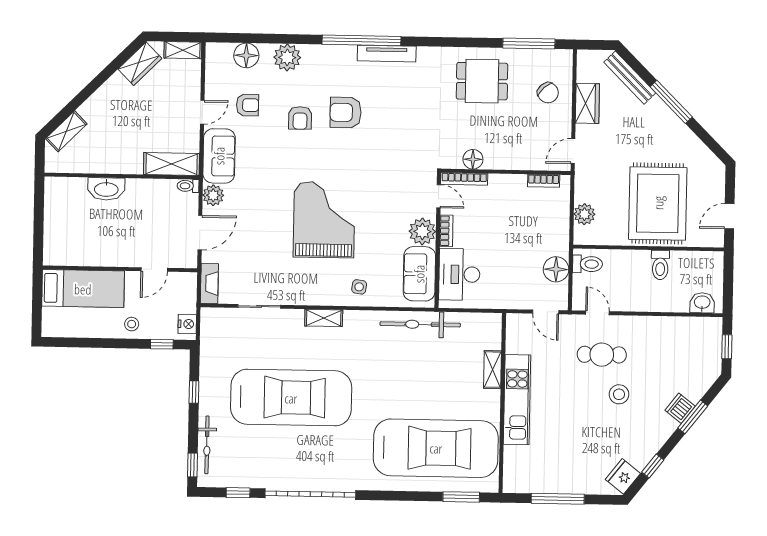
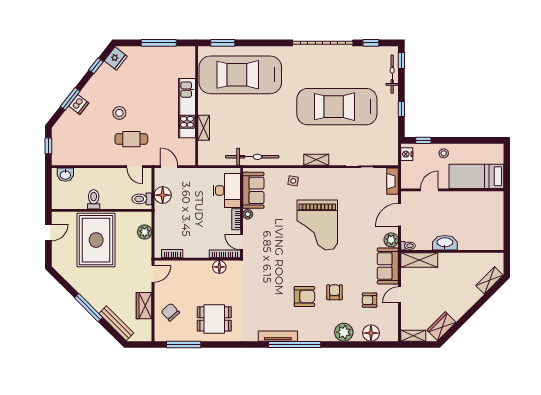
washbasin: (106, 189) -> (445, 243), moved
plant: (422, 231) -> (248, 214), width x0.53, depth x0.53

